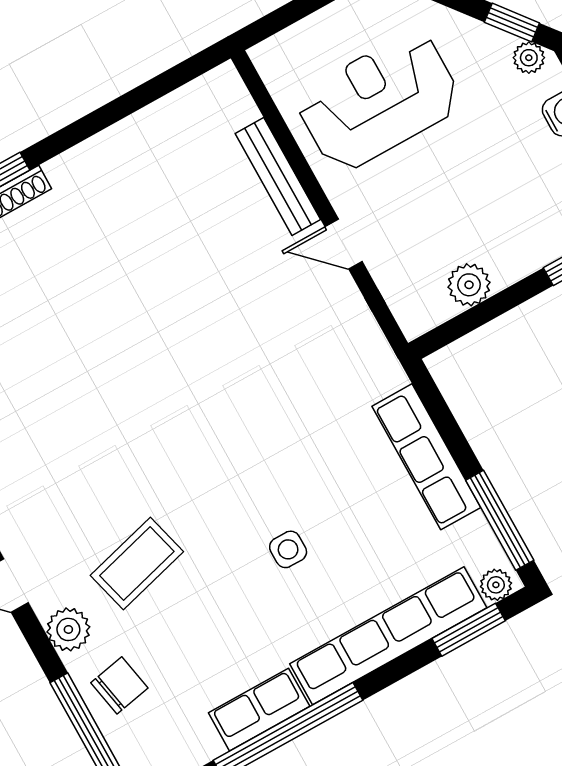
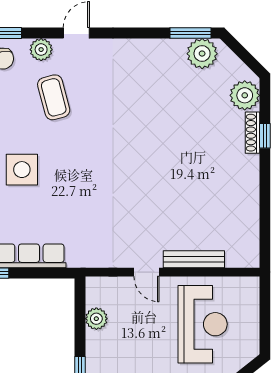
door: (344, 244) -> (147, 272), swing flipped
side table: (288, 549) -> (22, 170), width x1.87, depth x1.87

